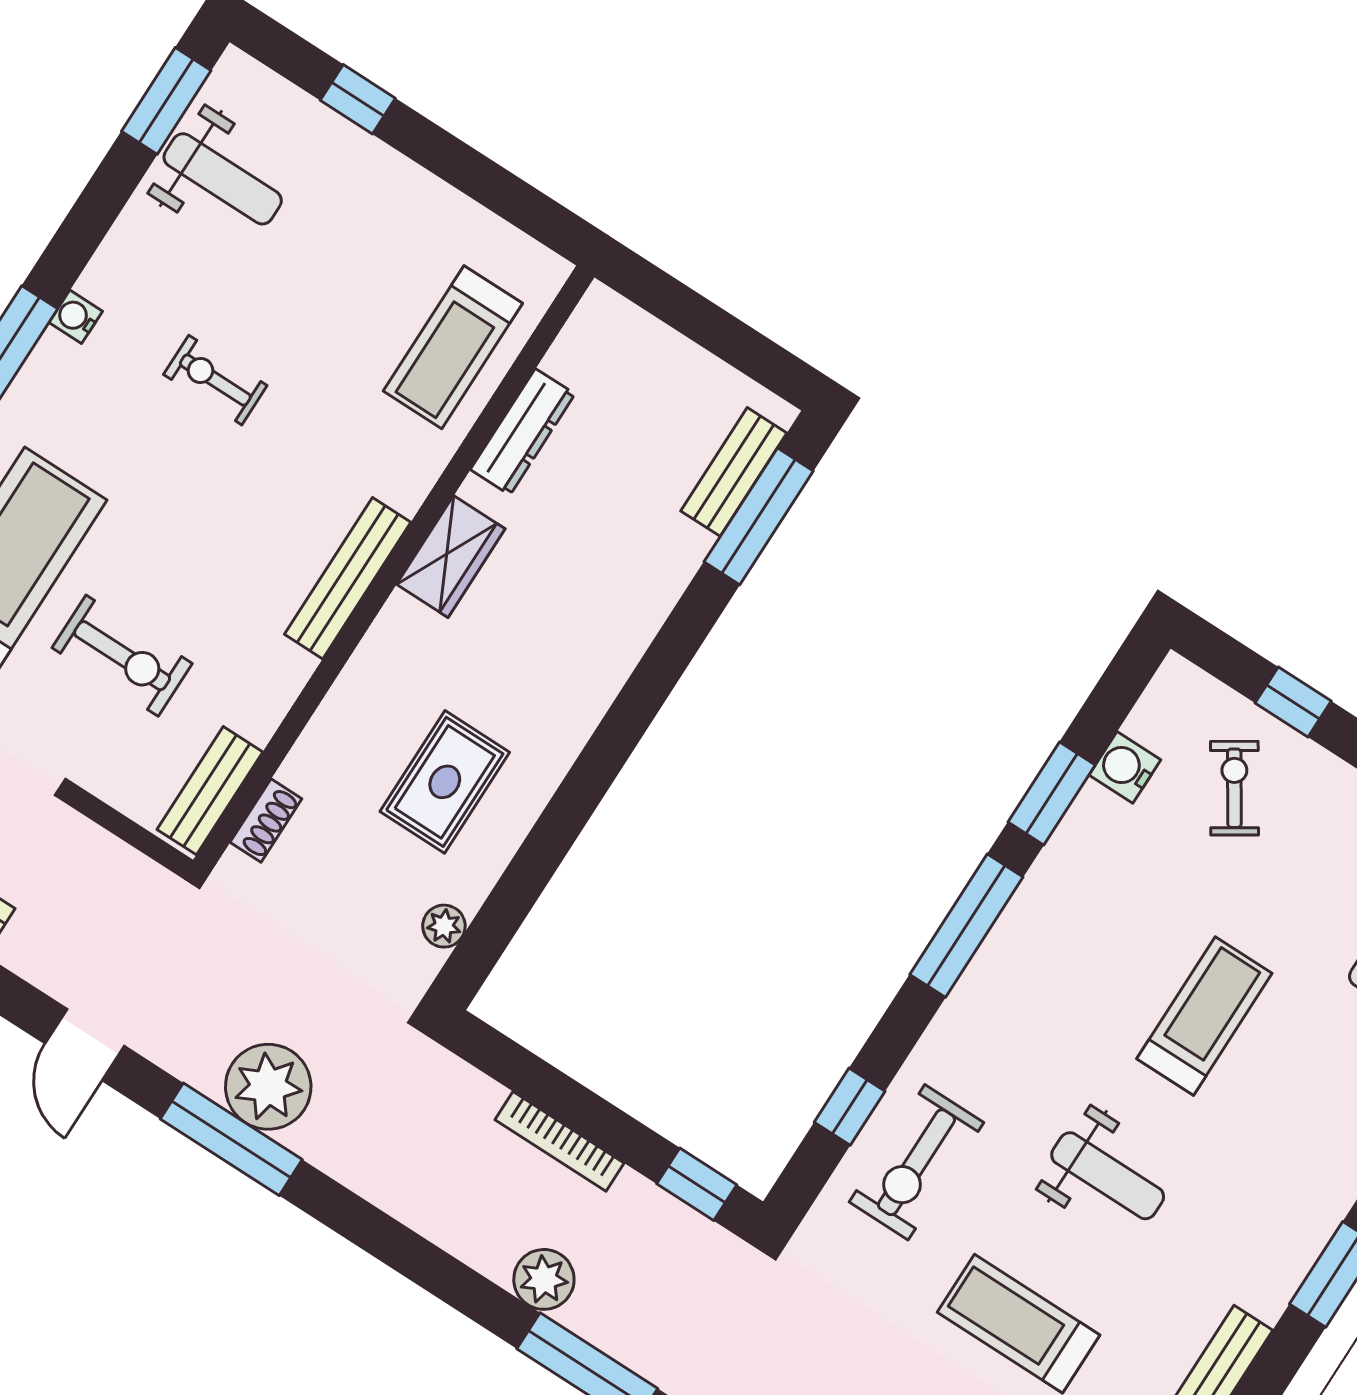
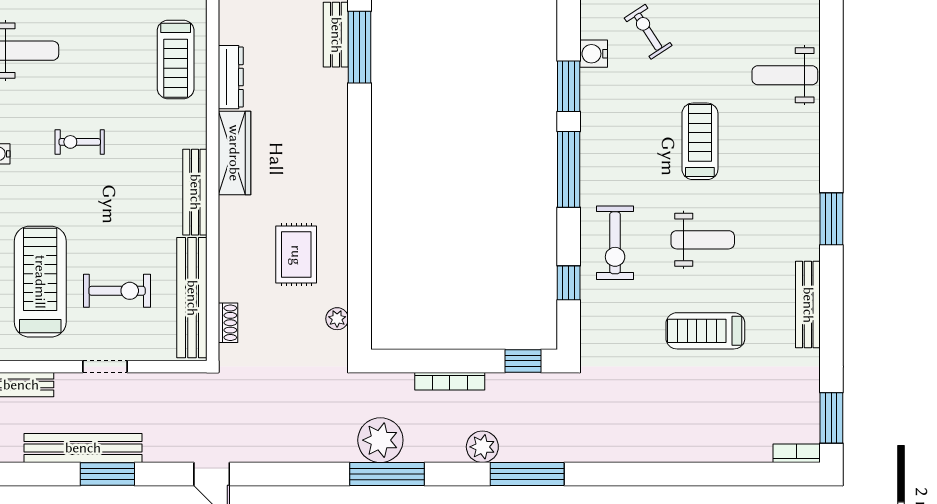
wardrobe: (451, 557) -> (234, 153), width x1.50
bench: (210, 791) -> (192, 298), width x1.86, depth x1.21
plant: (268, 1087) -> (380, 440), moved
window: (231, 1139) -> (387, 474), moved
exercise bike: (916, 1162) -> (615, 243), moved

